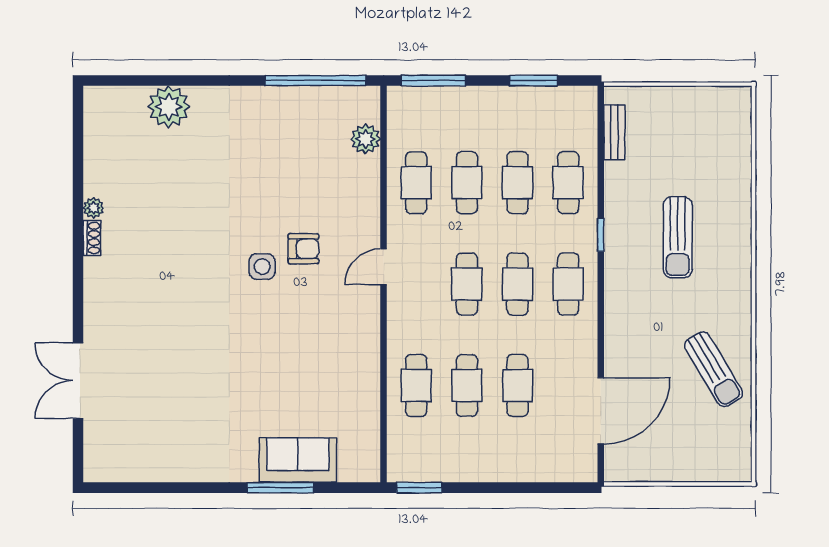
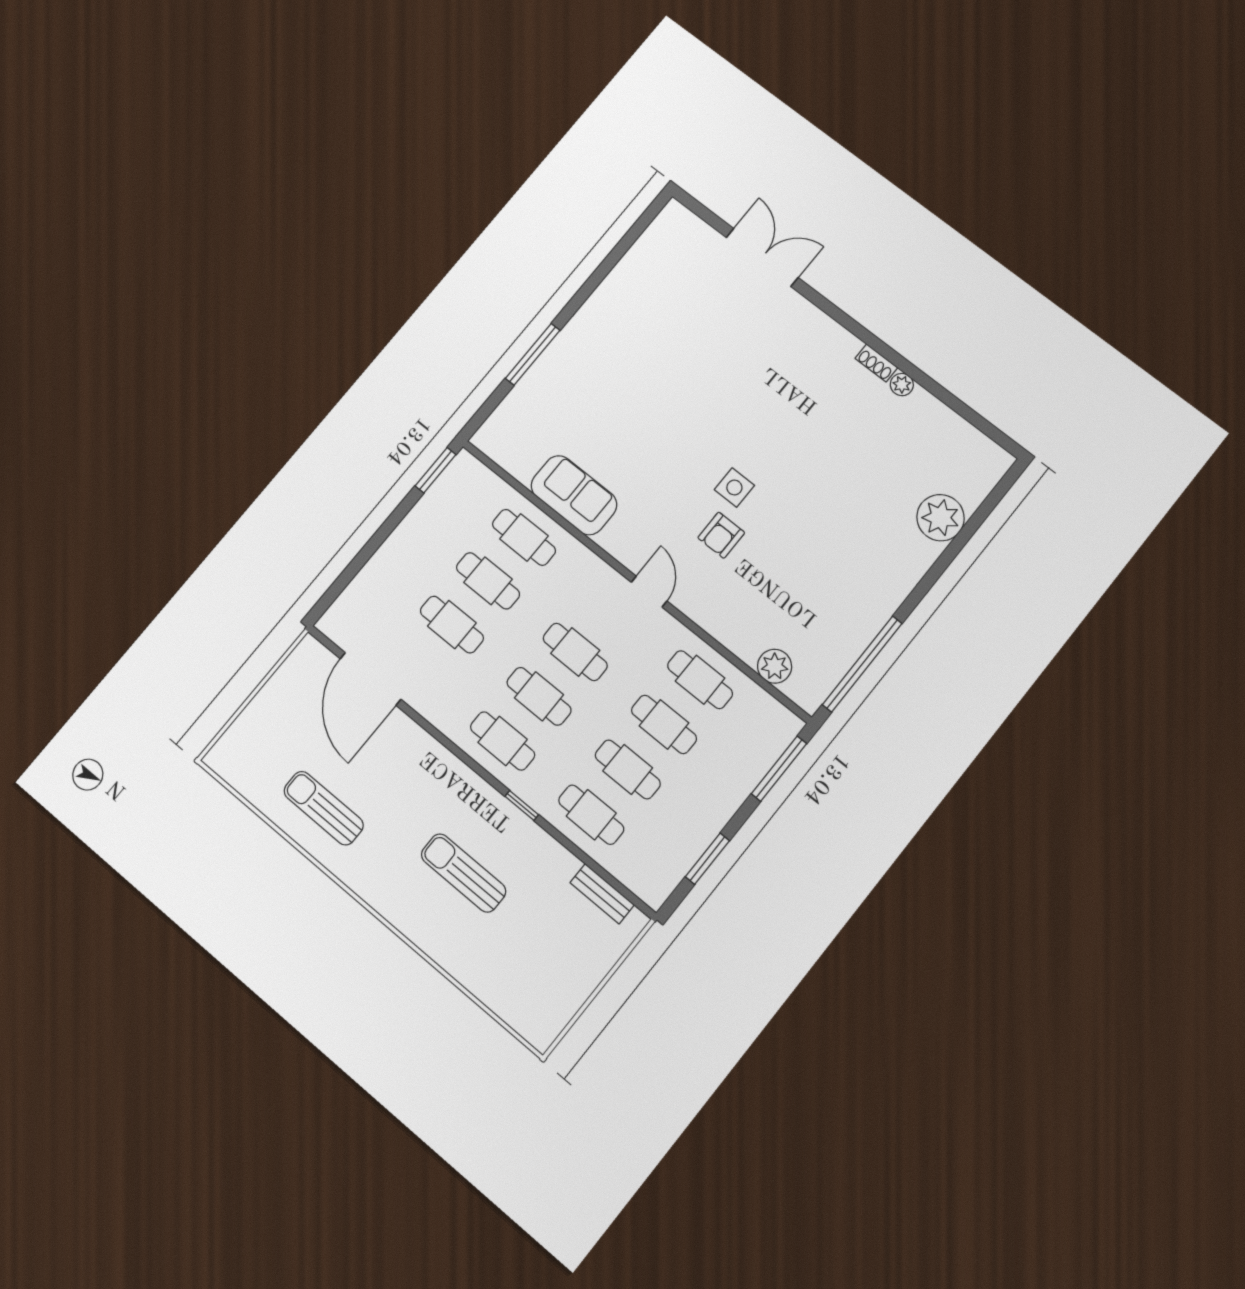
sun lounger: (713, 369) -> (324, 808), turned 31
sofa: (298, 460) -> (574, 495), moved, turned -90

